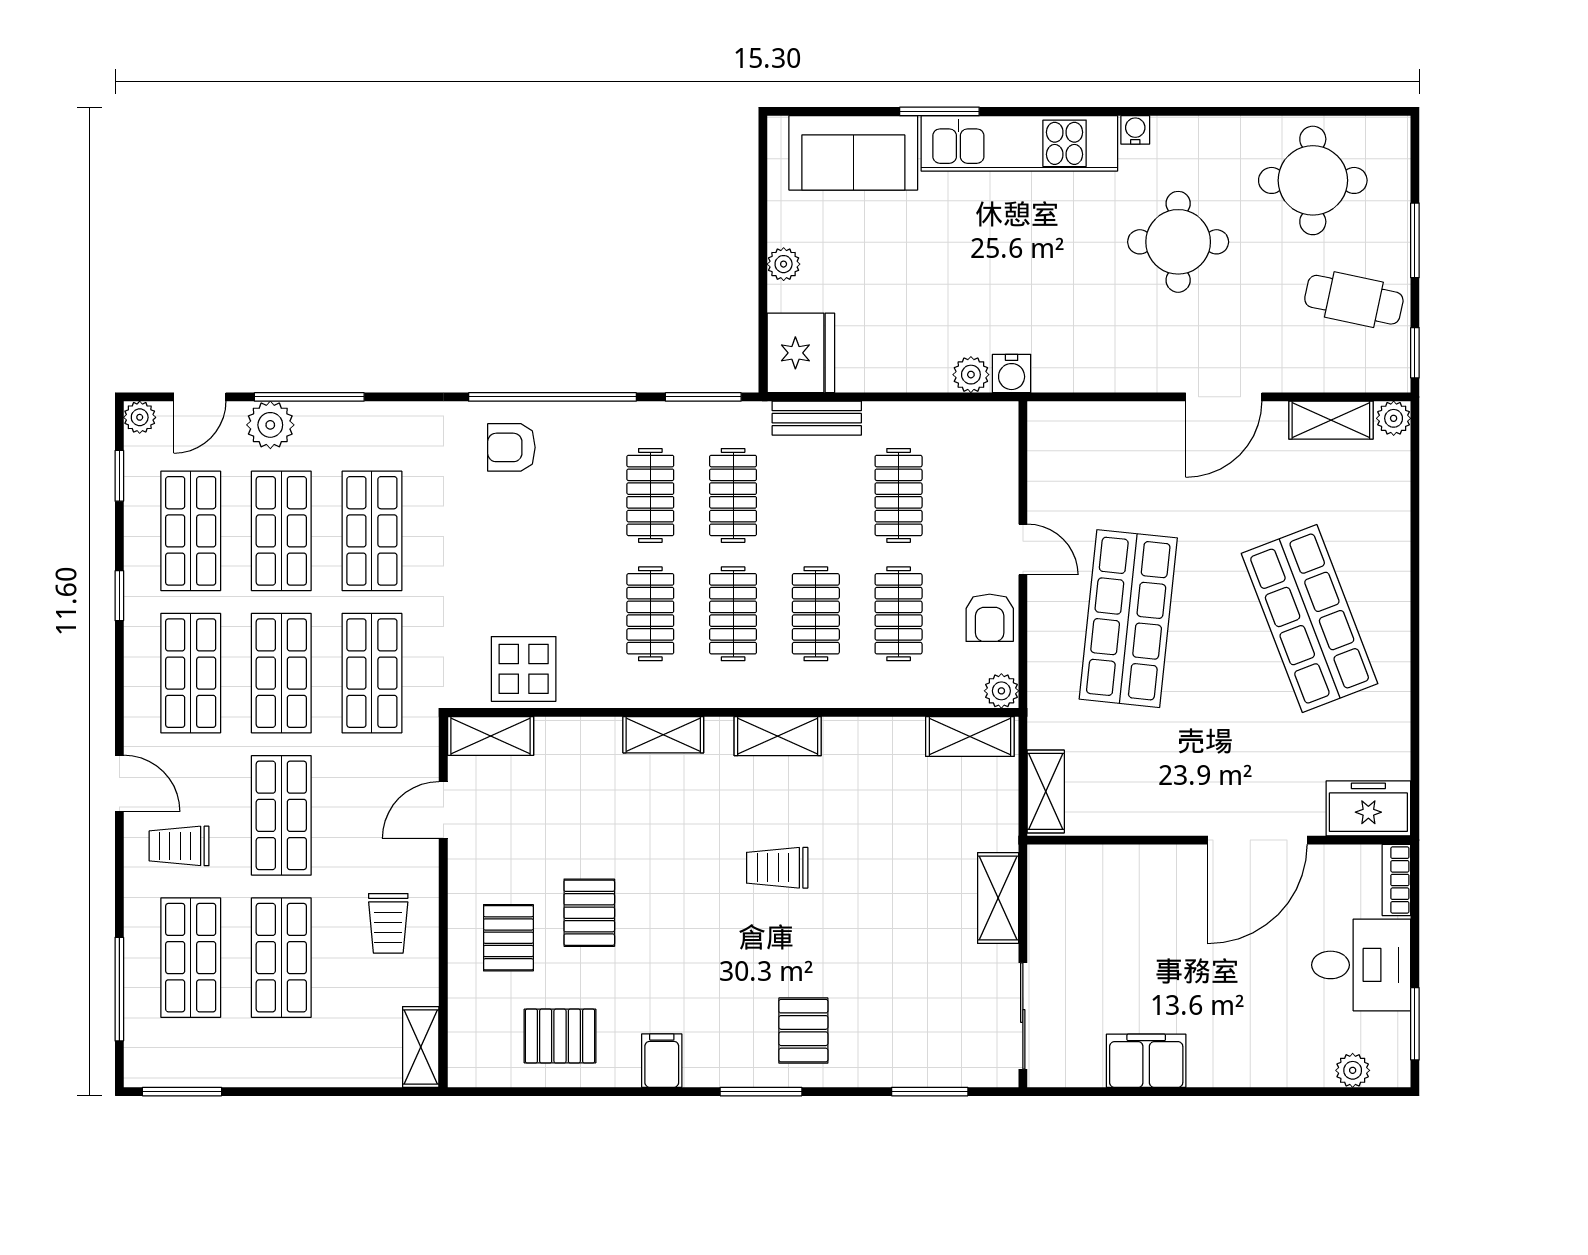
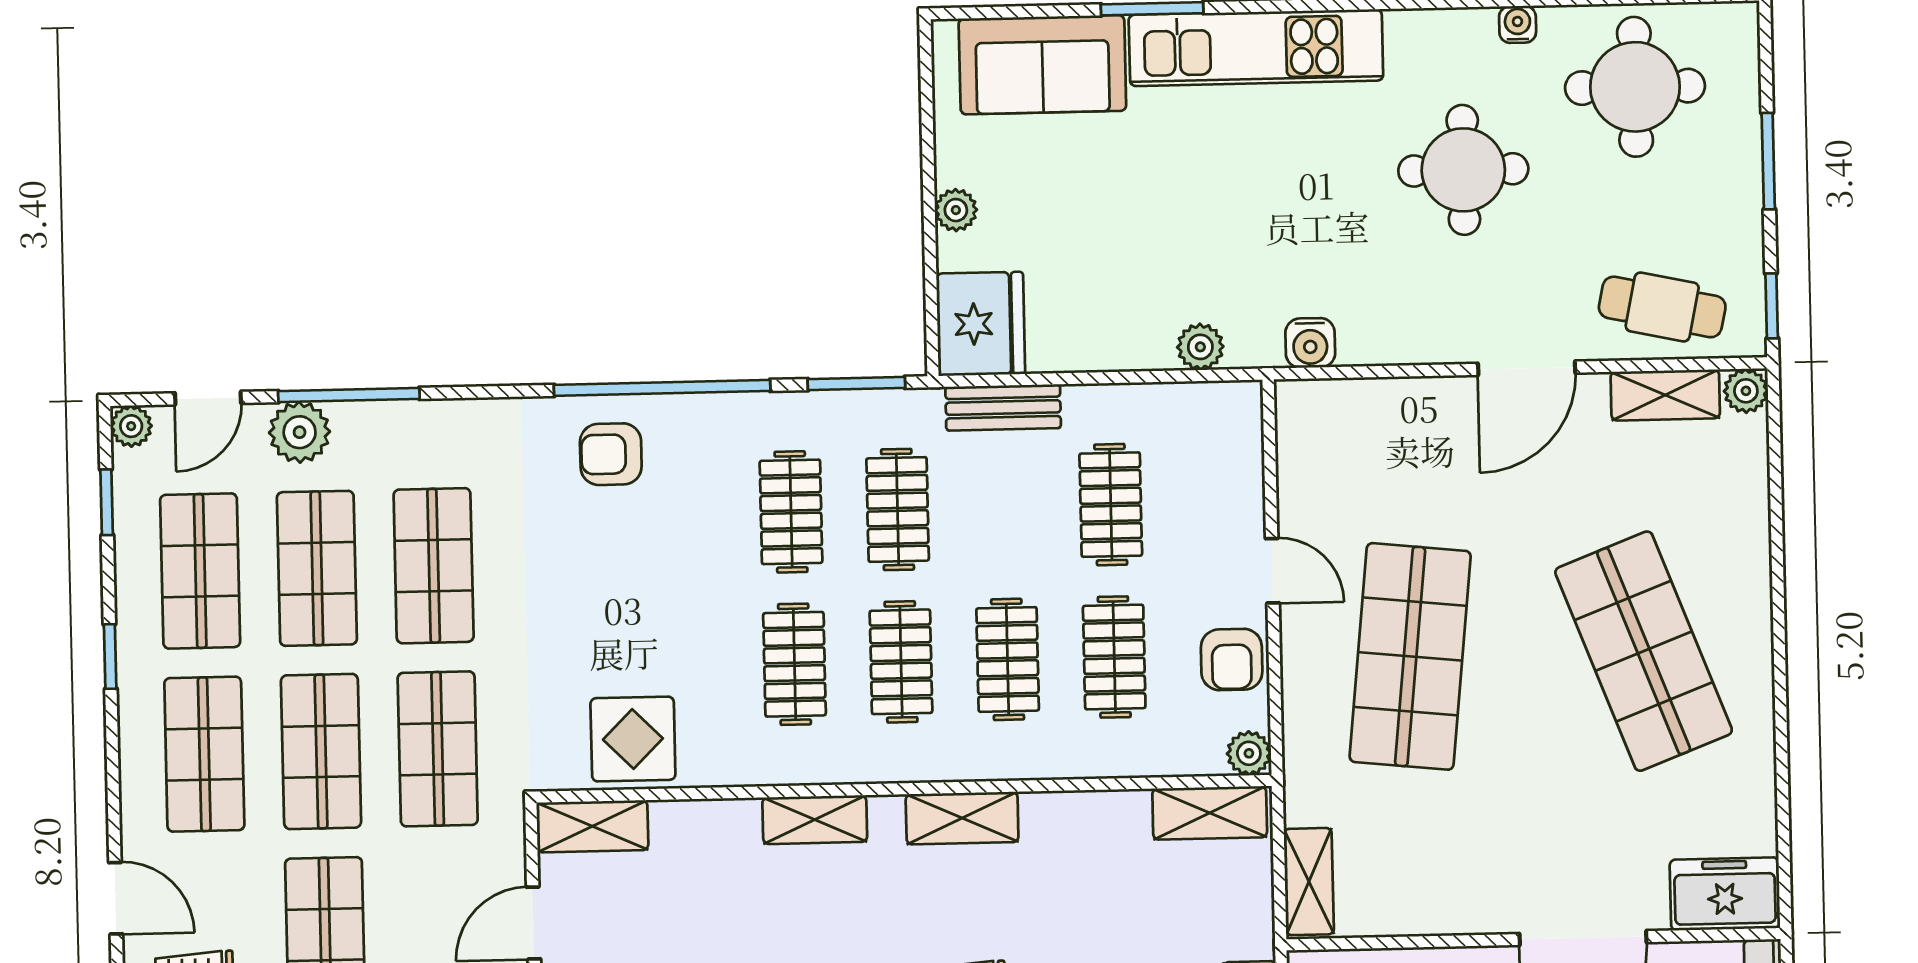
water cooler: (1135, 130) -> (1518, 24), moved
cafe table: (1354, 300) -> (1662, 307), moved
water cooler: (1012, 373) -> (1310, 343), moved

